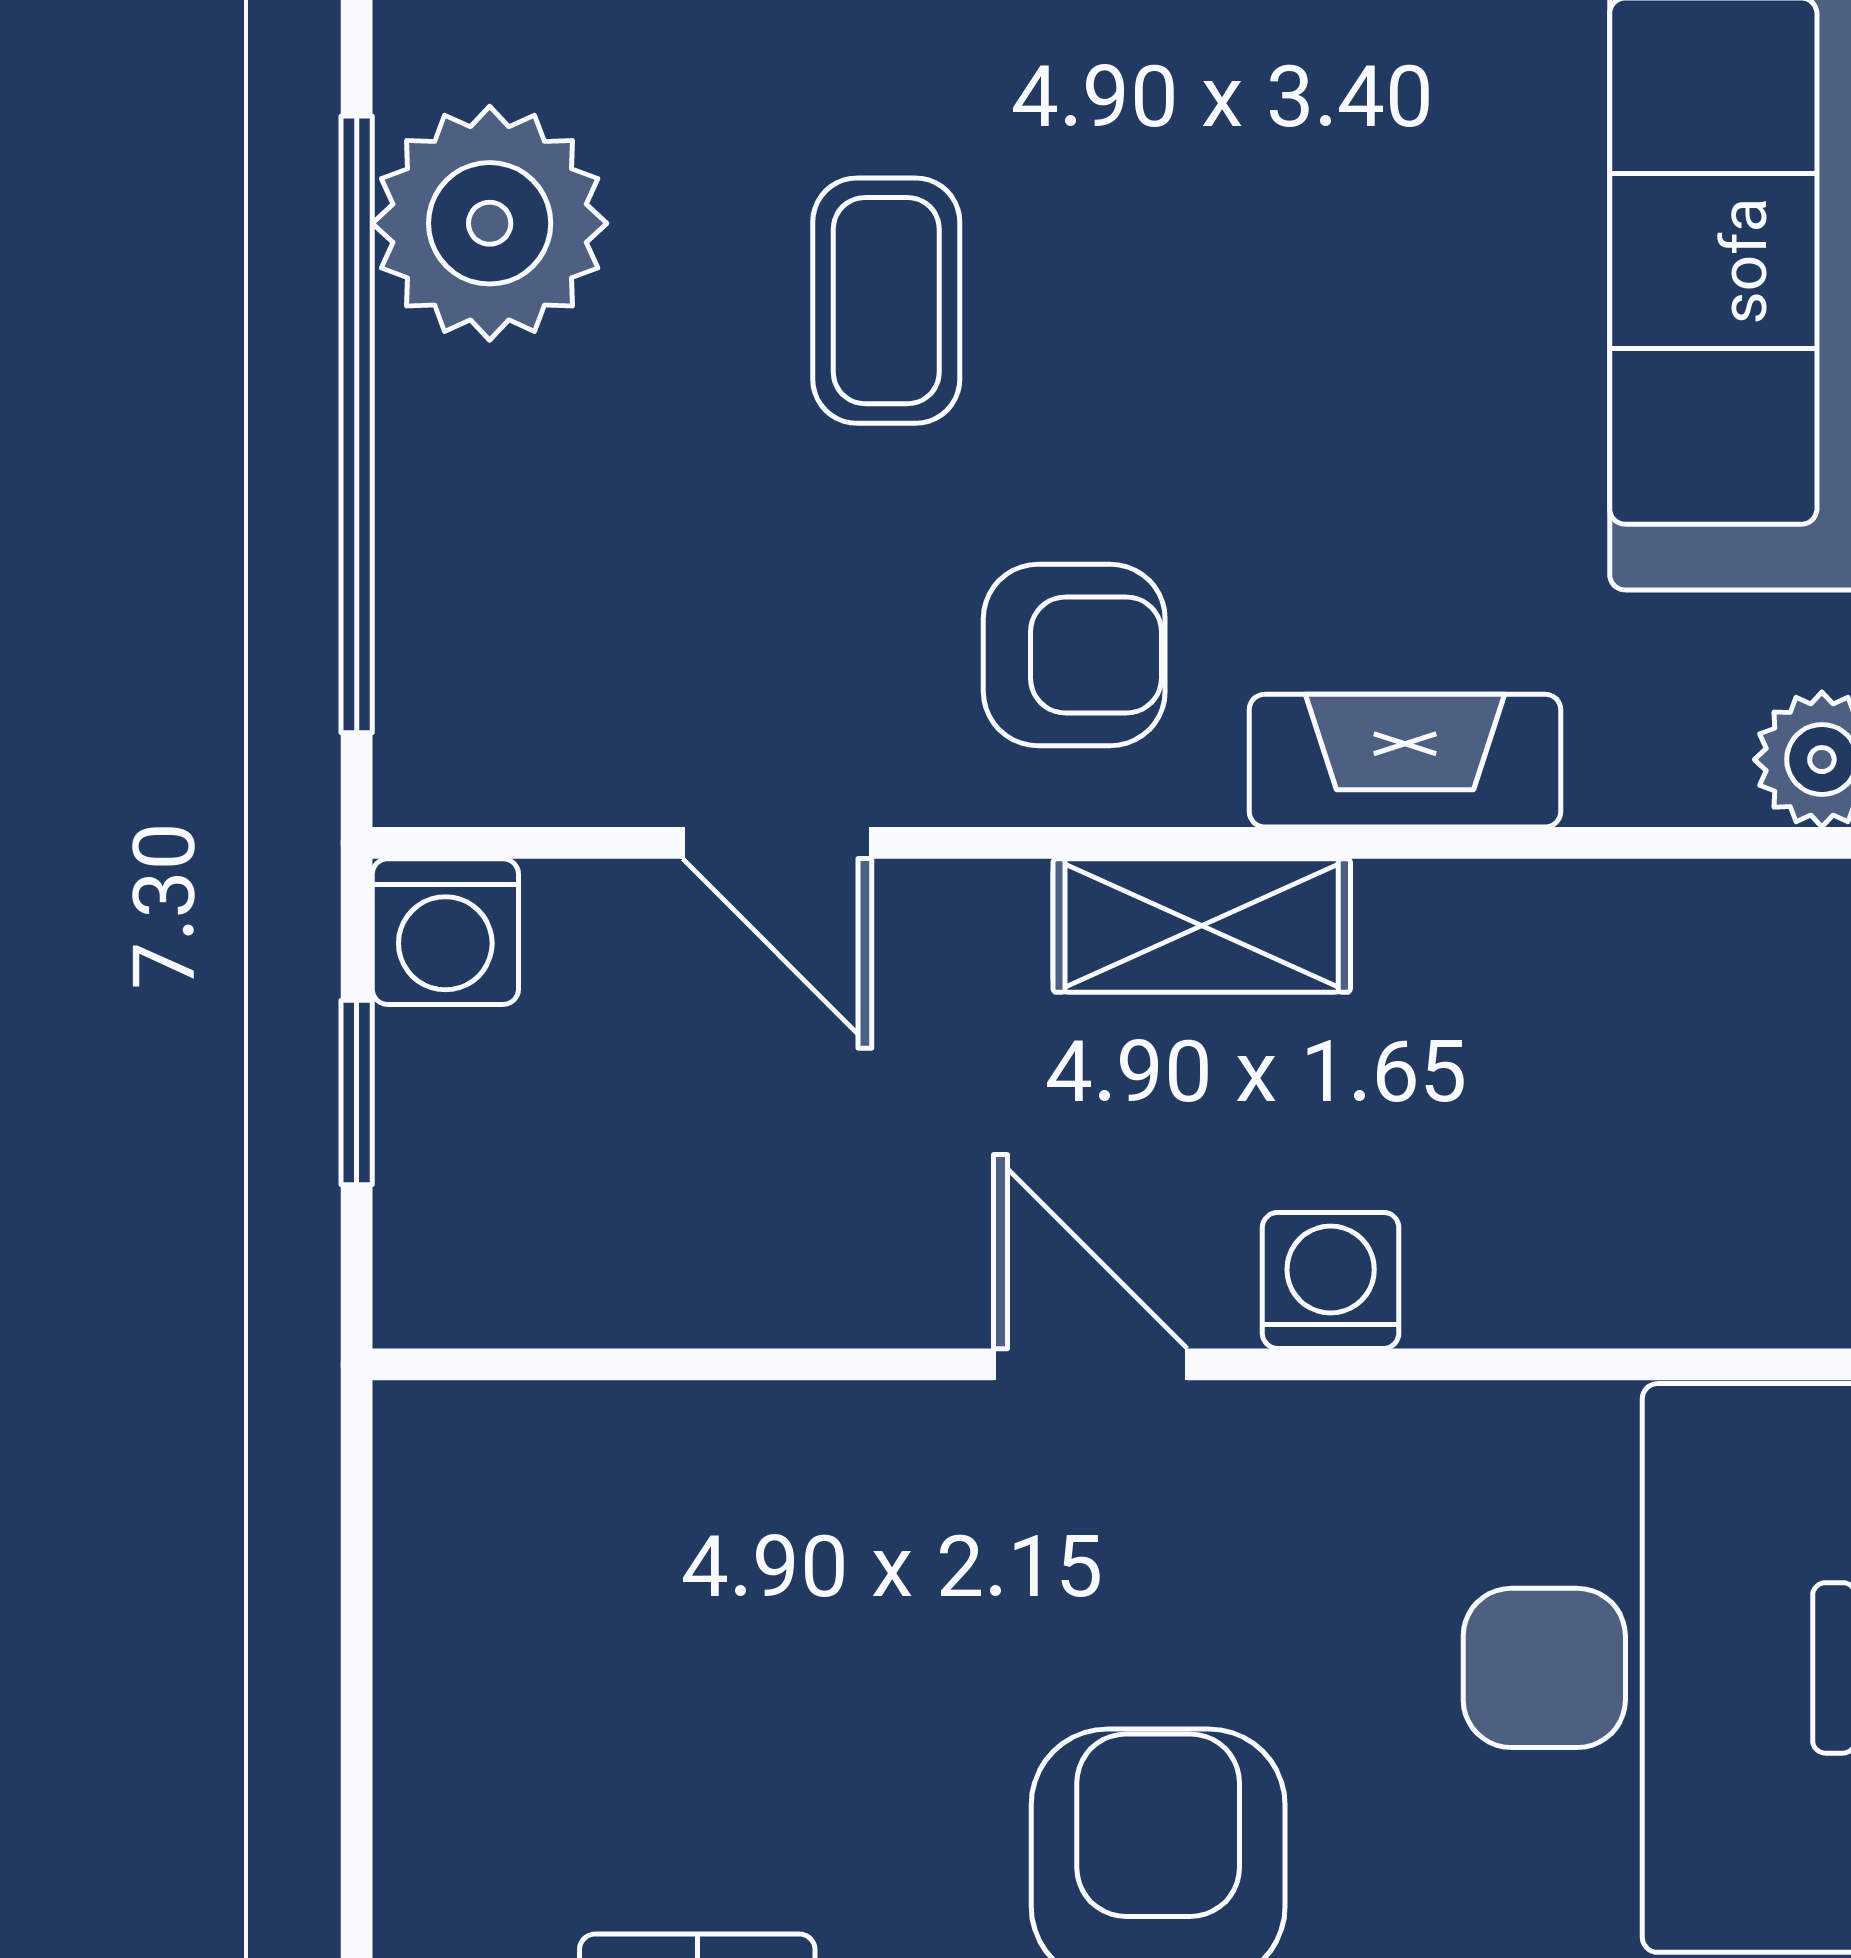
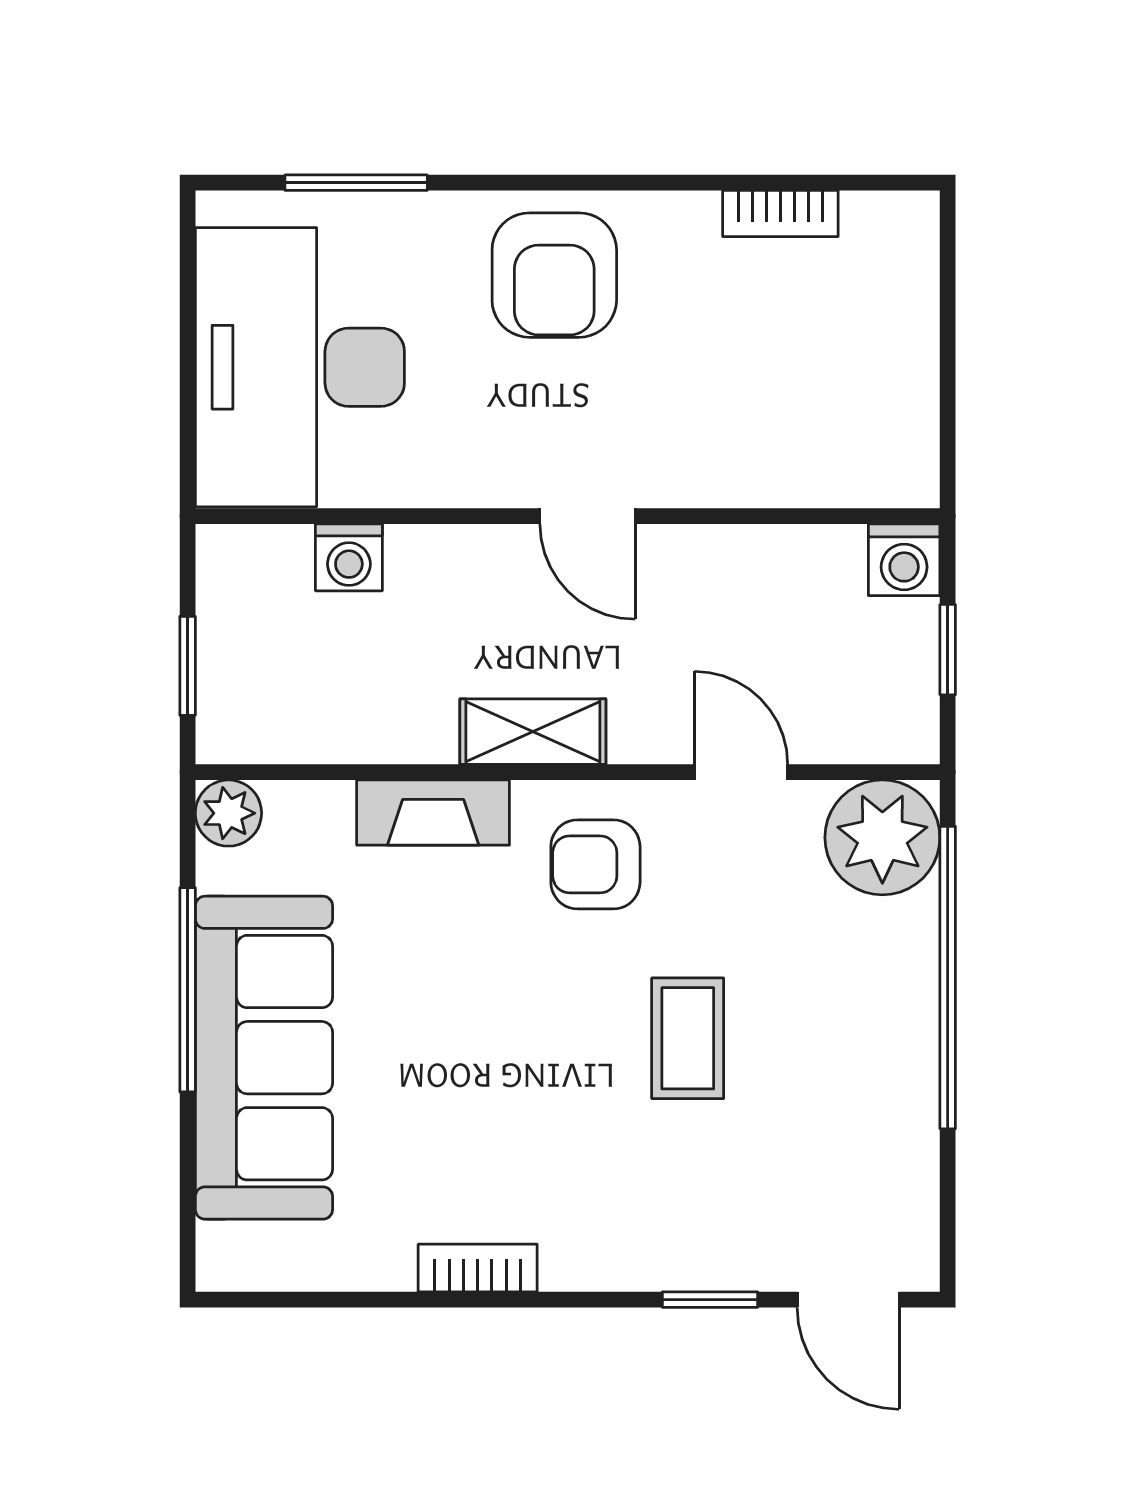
plant: (490, 223) -> (882, 837), moved
washing machine: (445, 932) -> (904, 560), moved, turned 180
washing machine: (1331, 1280) -> (349, 557), moved

